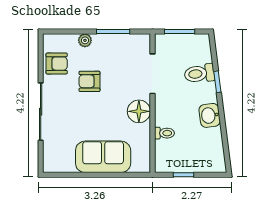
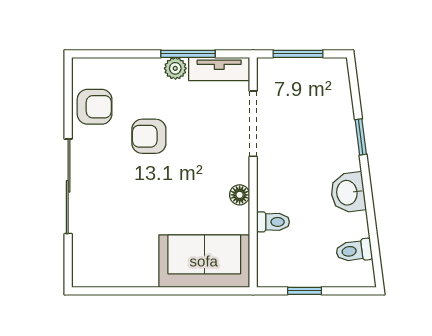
plant: (85, 40) -> (175, 68), moved
tv unit: (132, 41) -> (219, 69), added
toilet: (199, 74) -> (354, 251), moved, width x0.73, depth x0.72
floor lamp: (139, 111) -> (240, 195), width x0.53, depth x0.53
sofa: (103, 157) -> (204, 261), moved

